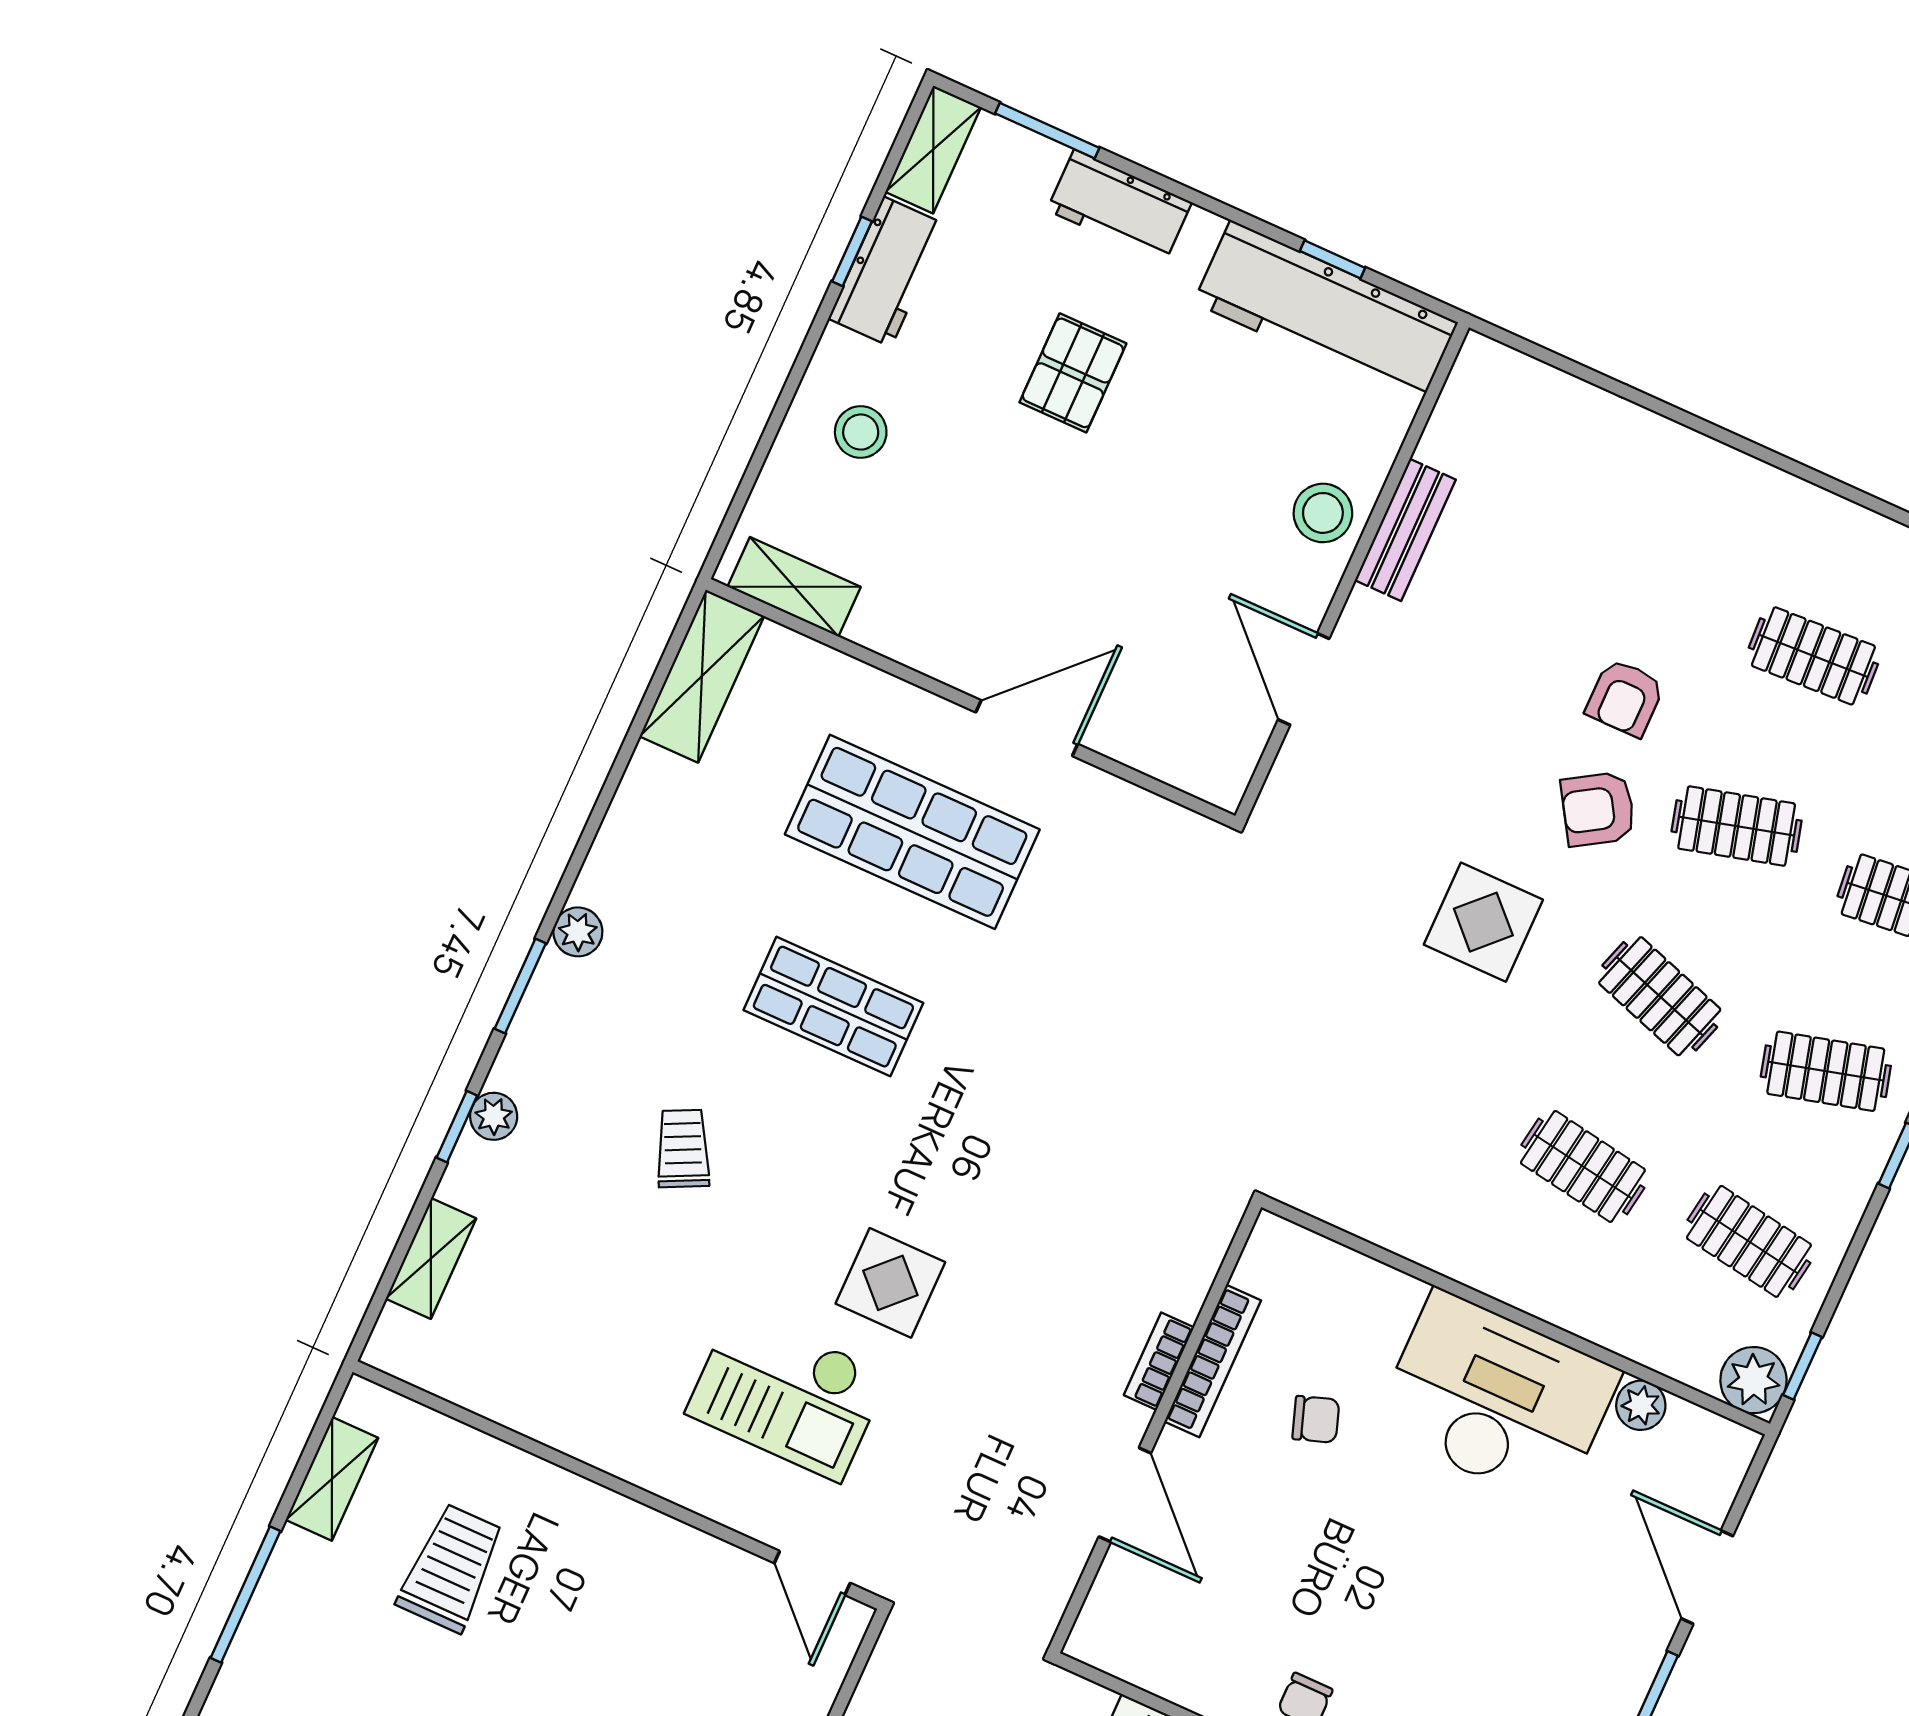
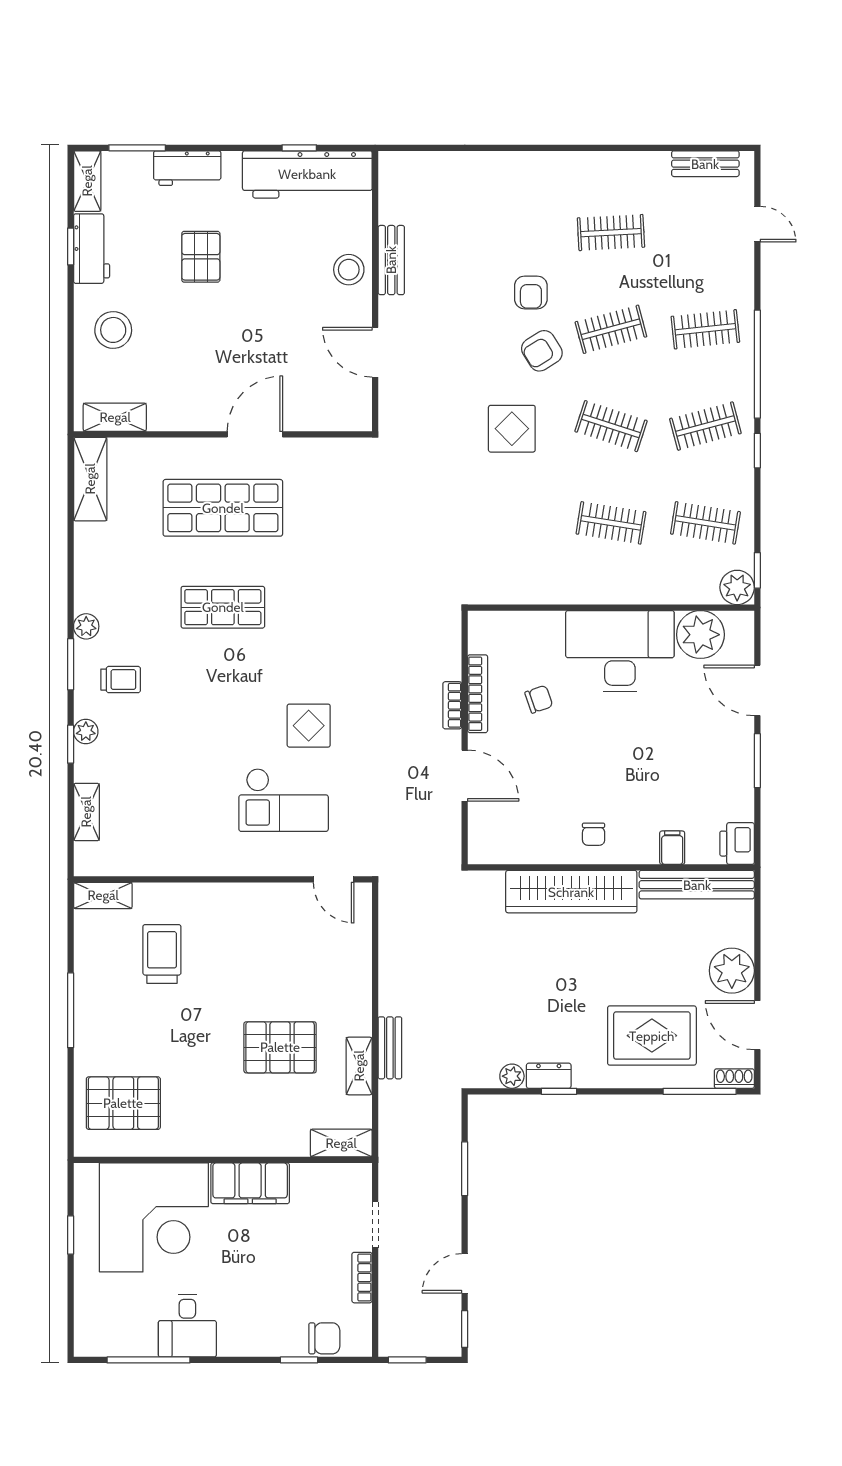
stool: (861, 432) -> (113, 330), width x1.38, depth x1.38
trolley: (683, 1149) -> (121, 680), moved, turned 116
plant: (1641, 1405) -> (700, 635), width x1.87, depth x1.87
shelving: (332, 1479) -> (103, 895), moved, turned 90

